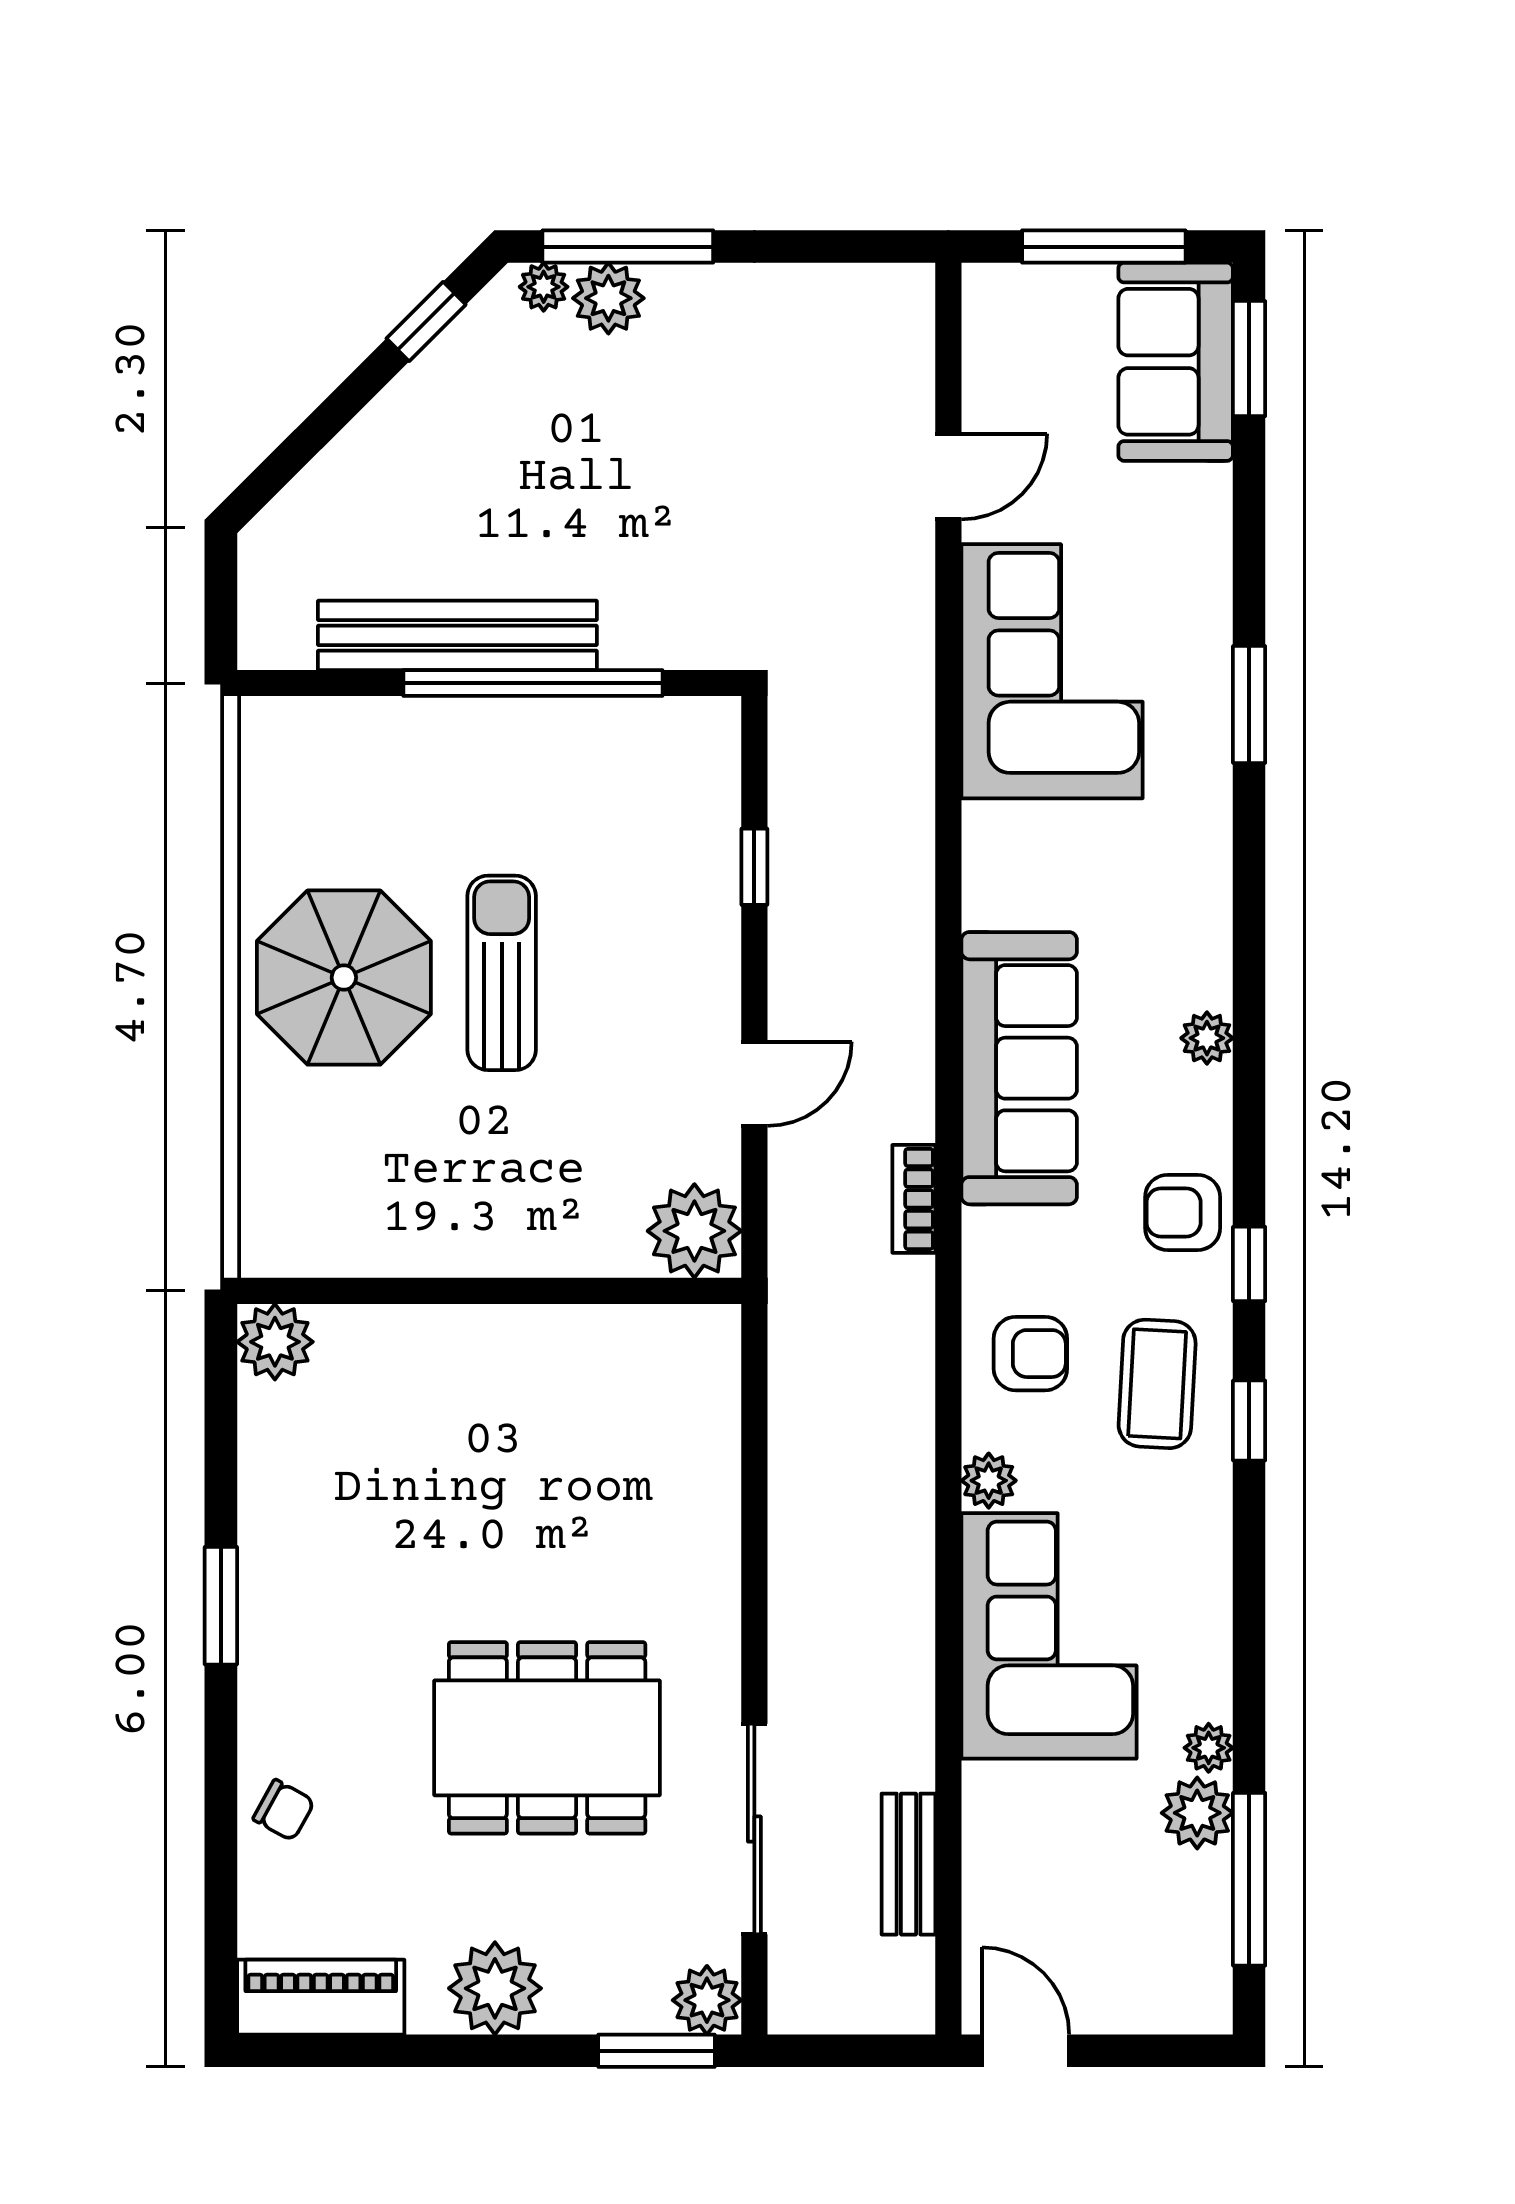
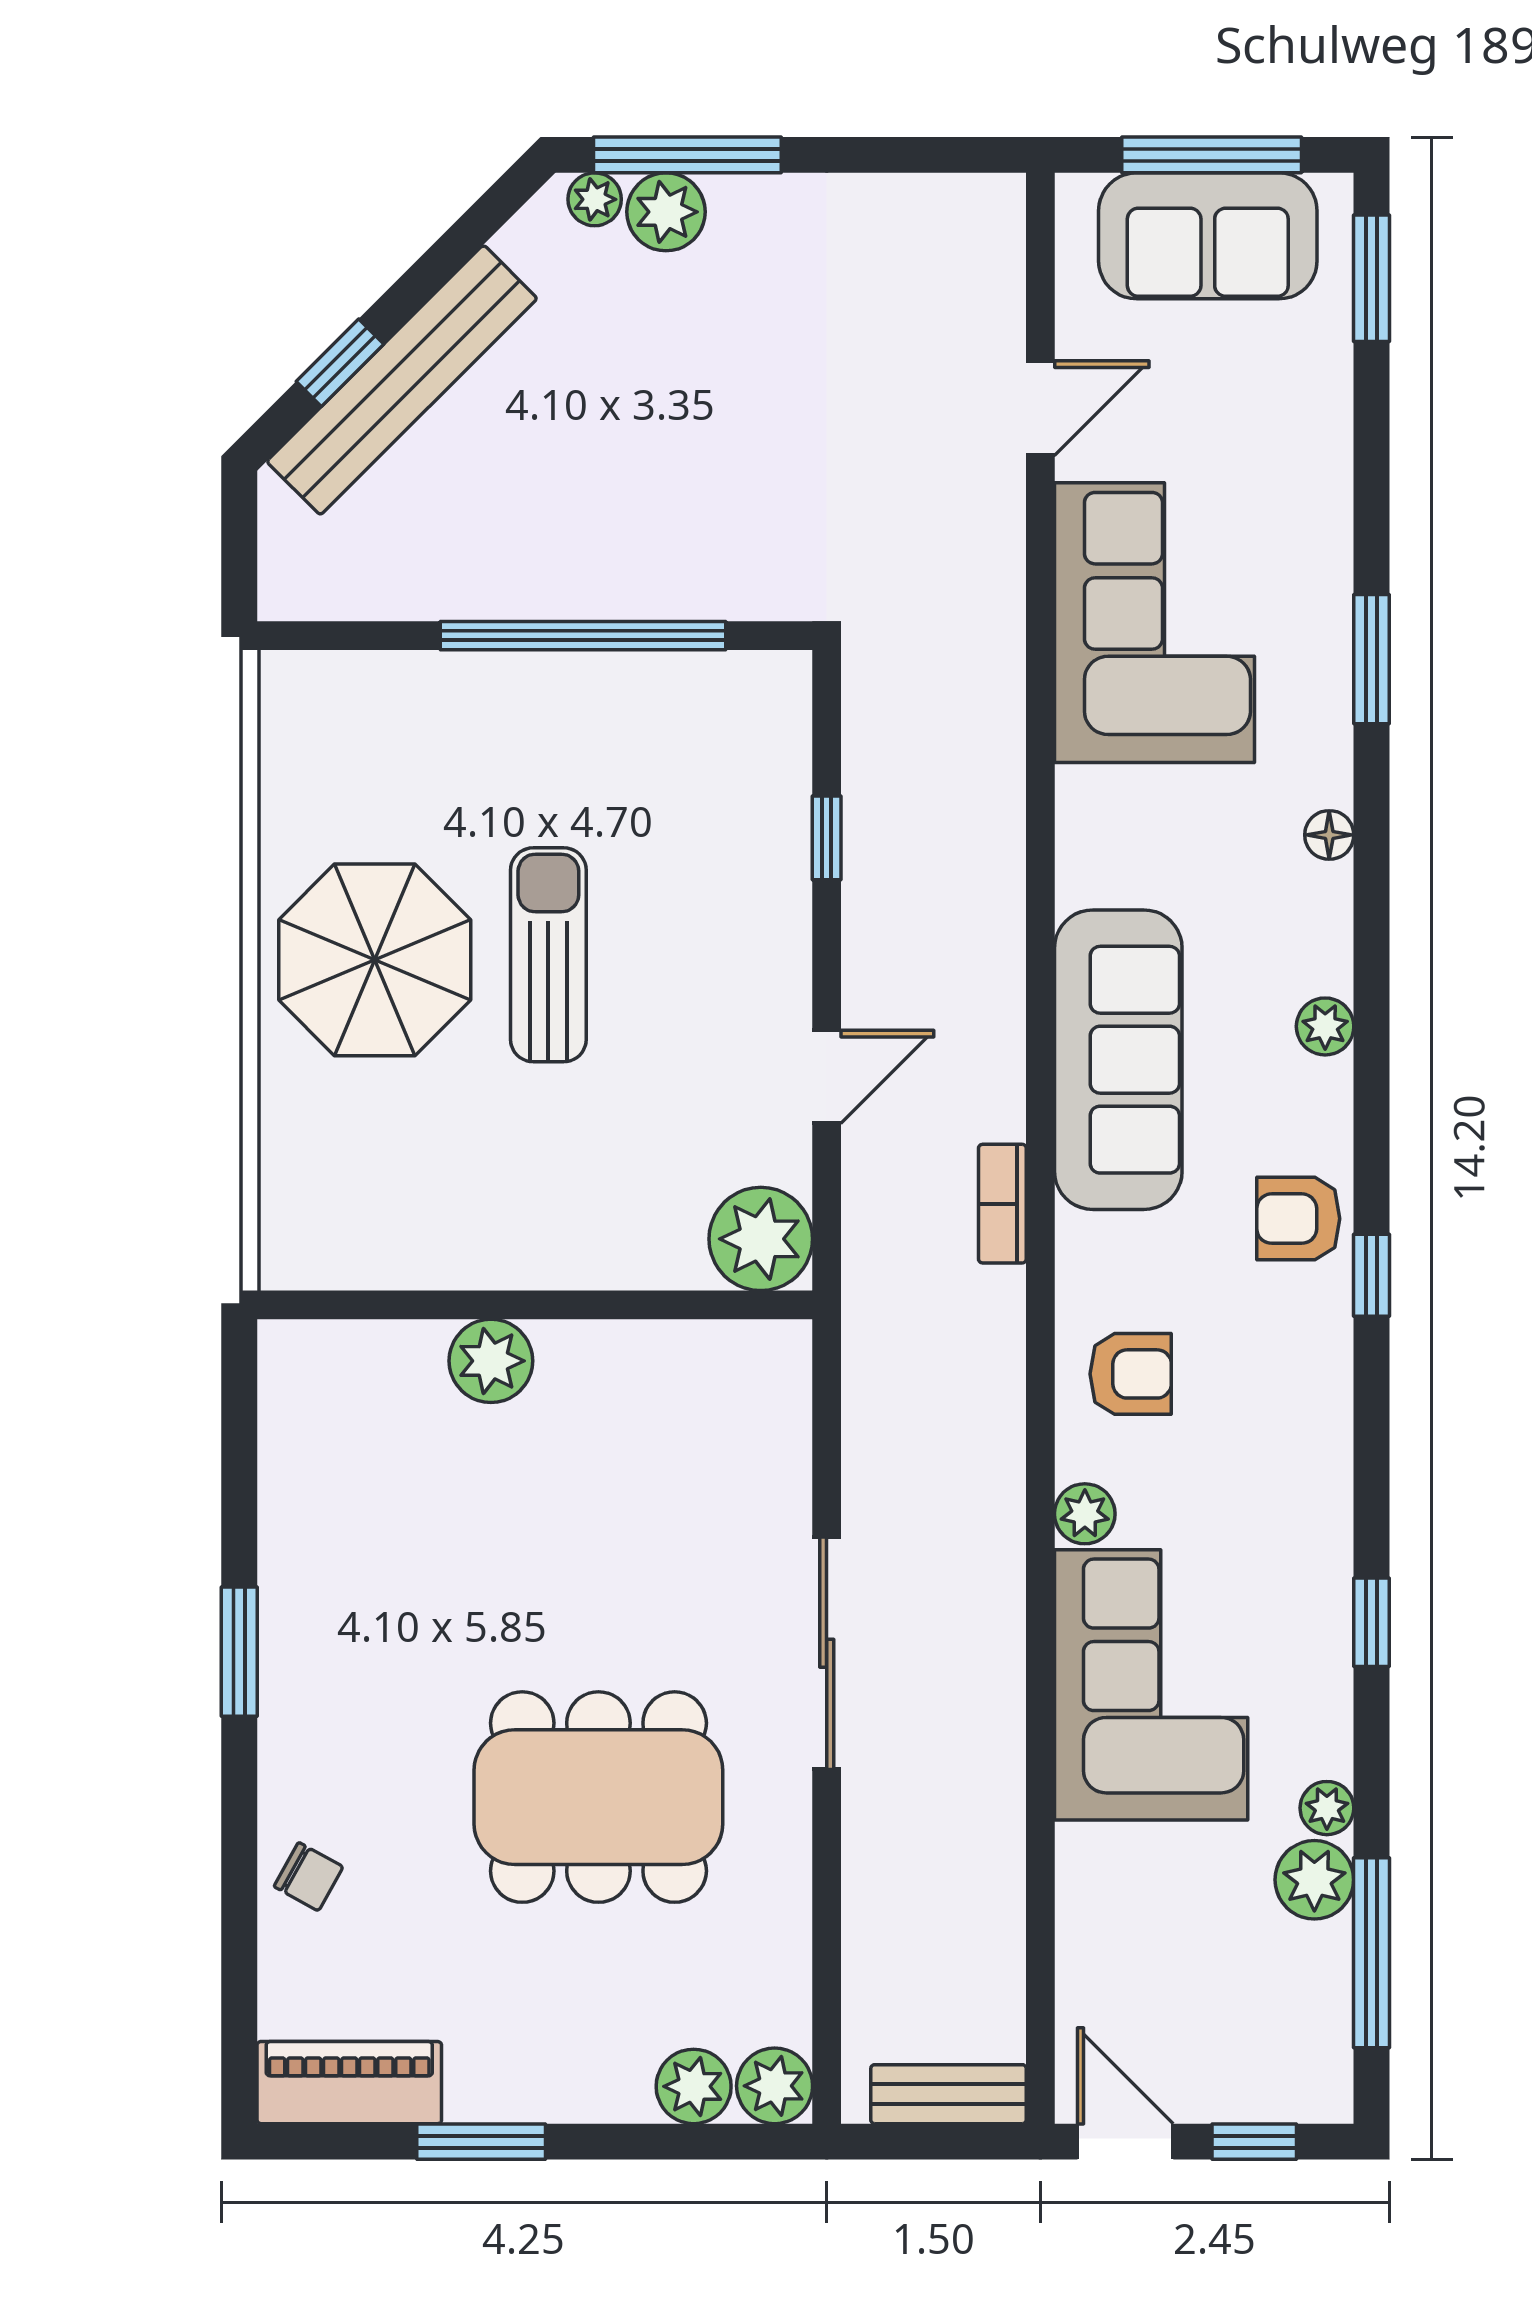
window: (426, 321) -> (340, 363), moved
sofa: (1176, 362) -> (1208, 236), moved, turned -90
bench: (457, 635) -> (402, 380), moved, turned -45
floor lamp: (1211, 864) -> (1329, 835), added
plant: (275, 1342) -> (491, 1361), moved
coffee table: (1157, 1384) -> (1270, 1407), removed
window: (1249, 1420) -> (1371, 1622), moved
sliding door: (754, 1829) -> (827, 1653), moved
bench: (909, 1864) -> (948, 2094), moved, turned 90
plant: (495, 1988) -> (694, 2086), moved, width x0.73, depth x0.73
window: (657, 2051) -> (481, 2142), moved
window: (1143, 2051) -> (1254, 2142), added

